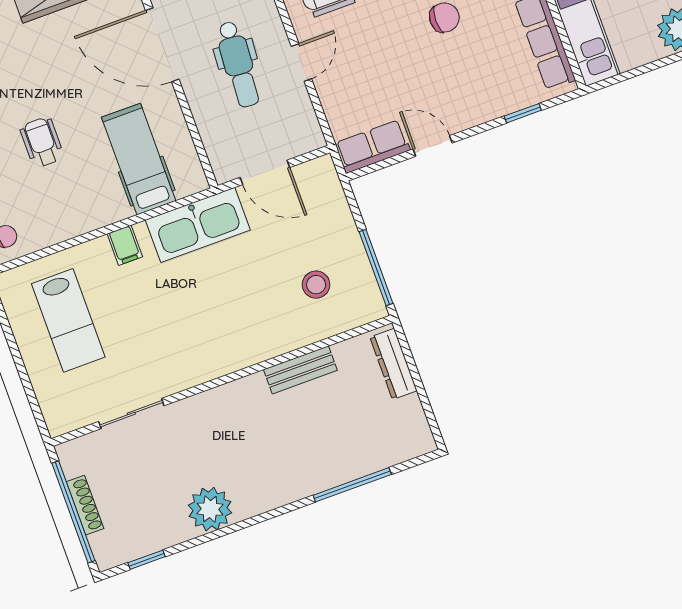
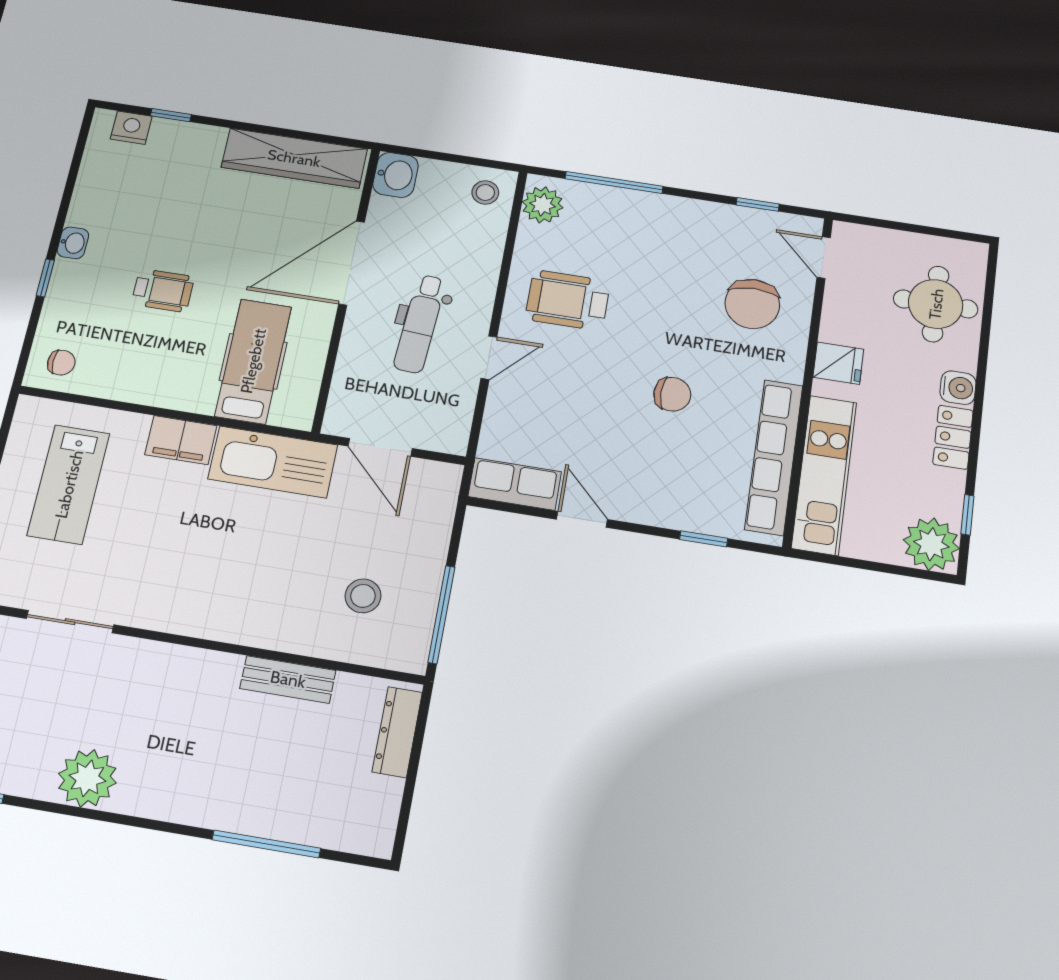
door: (162, 45) -> (352, 263), hinge flipped
wheelchair: (42, 142) -> (163, 290), turned 90
filing cabinet: (125, 245) -> (181, 440), width x2.00

